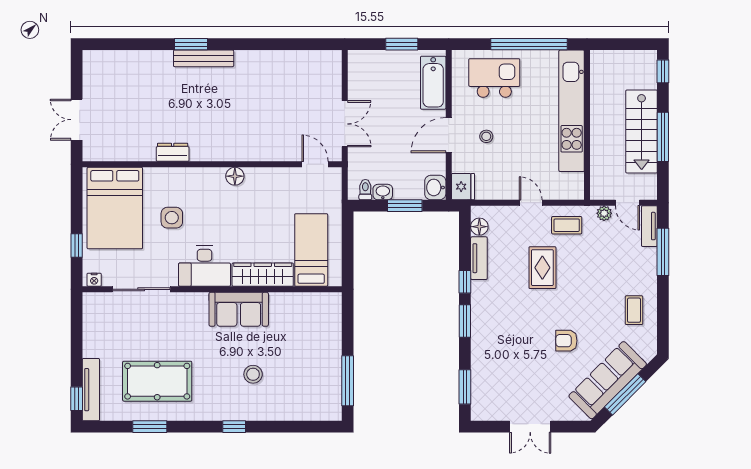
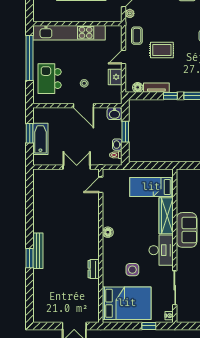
bathtub: (433, 83) -> (40, 139), moved, turned -90
fridge: (463, 187) -> (115, 77), moved, turned -90

